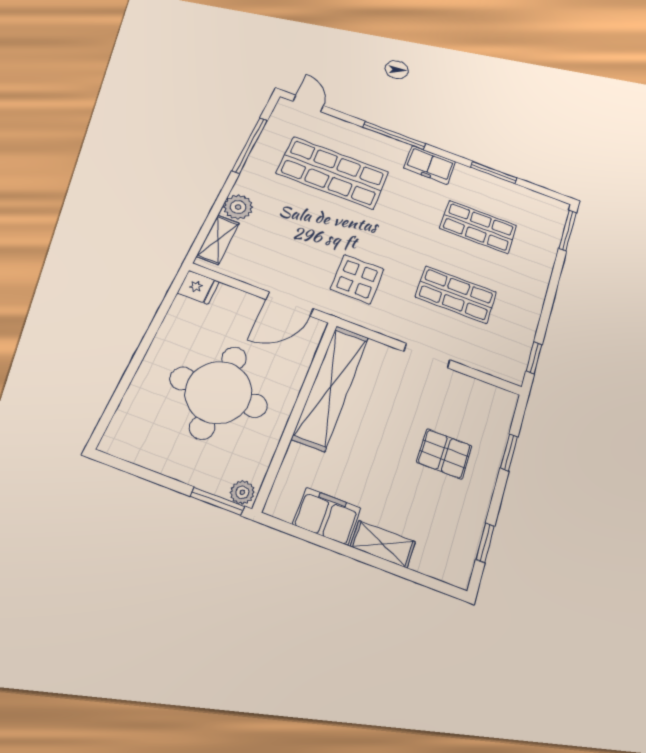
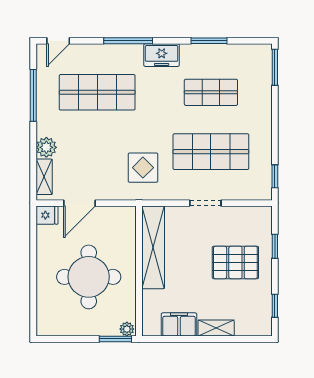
door: (308, 103) -> (58, 41), swing flipped
shop shelf: (456, 295) -> (211, 152), width x1.43, depth x1.36
door: (290, 304) -> (79, 203), moved
pallet: (444, 454) -> (235, 262), width x1.50, depth x1.42

